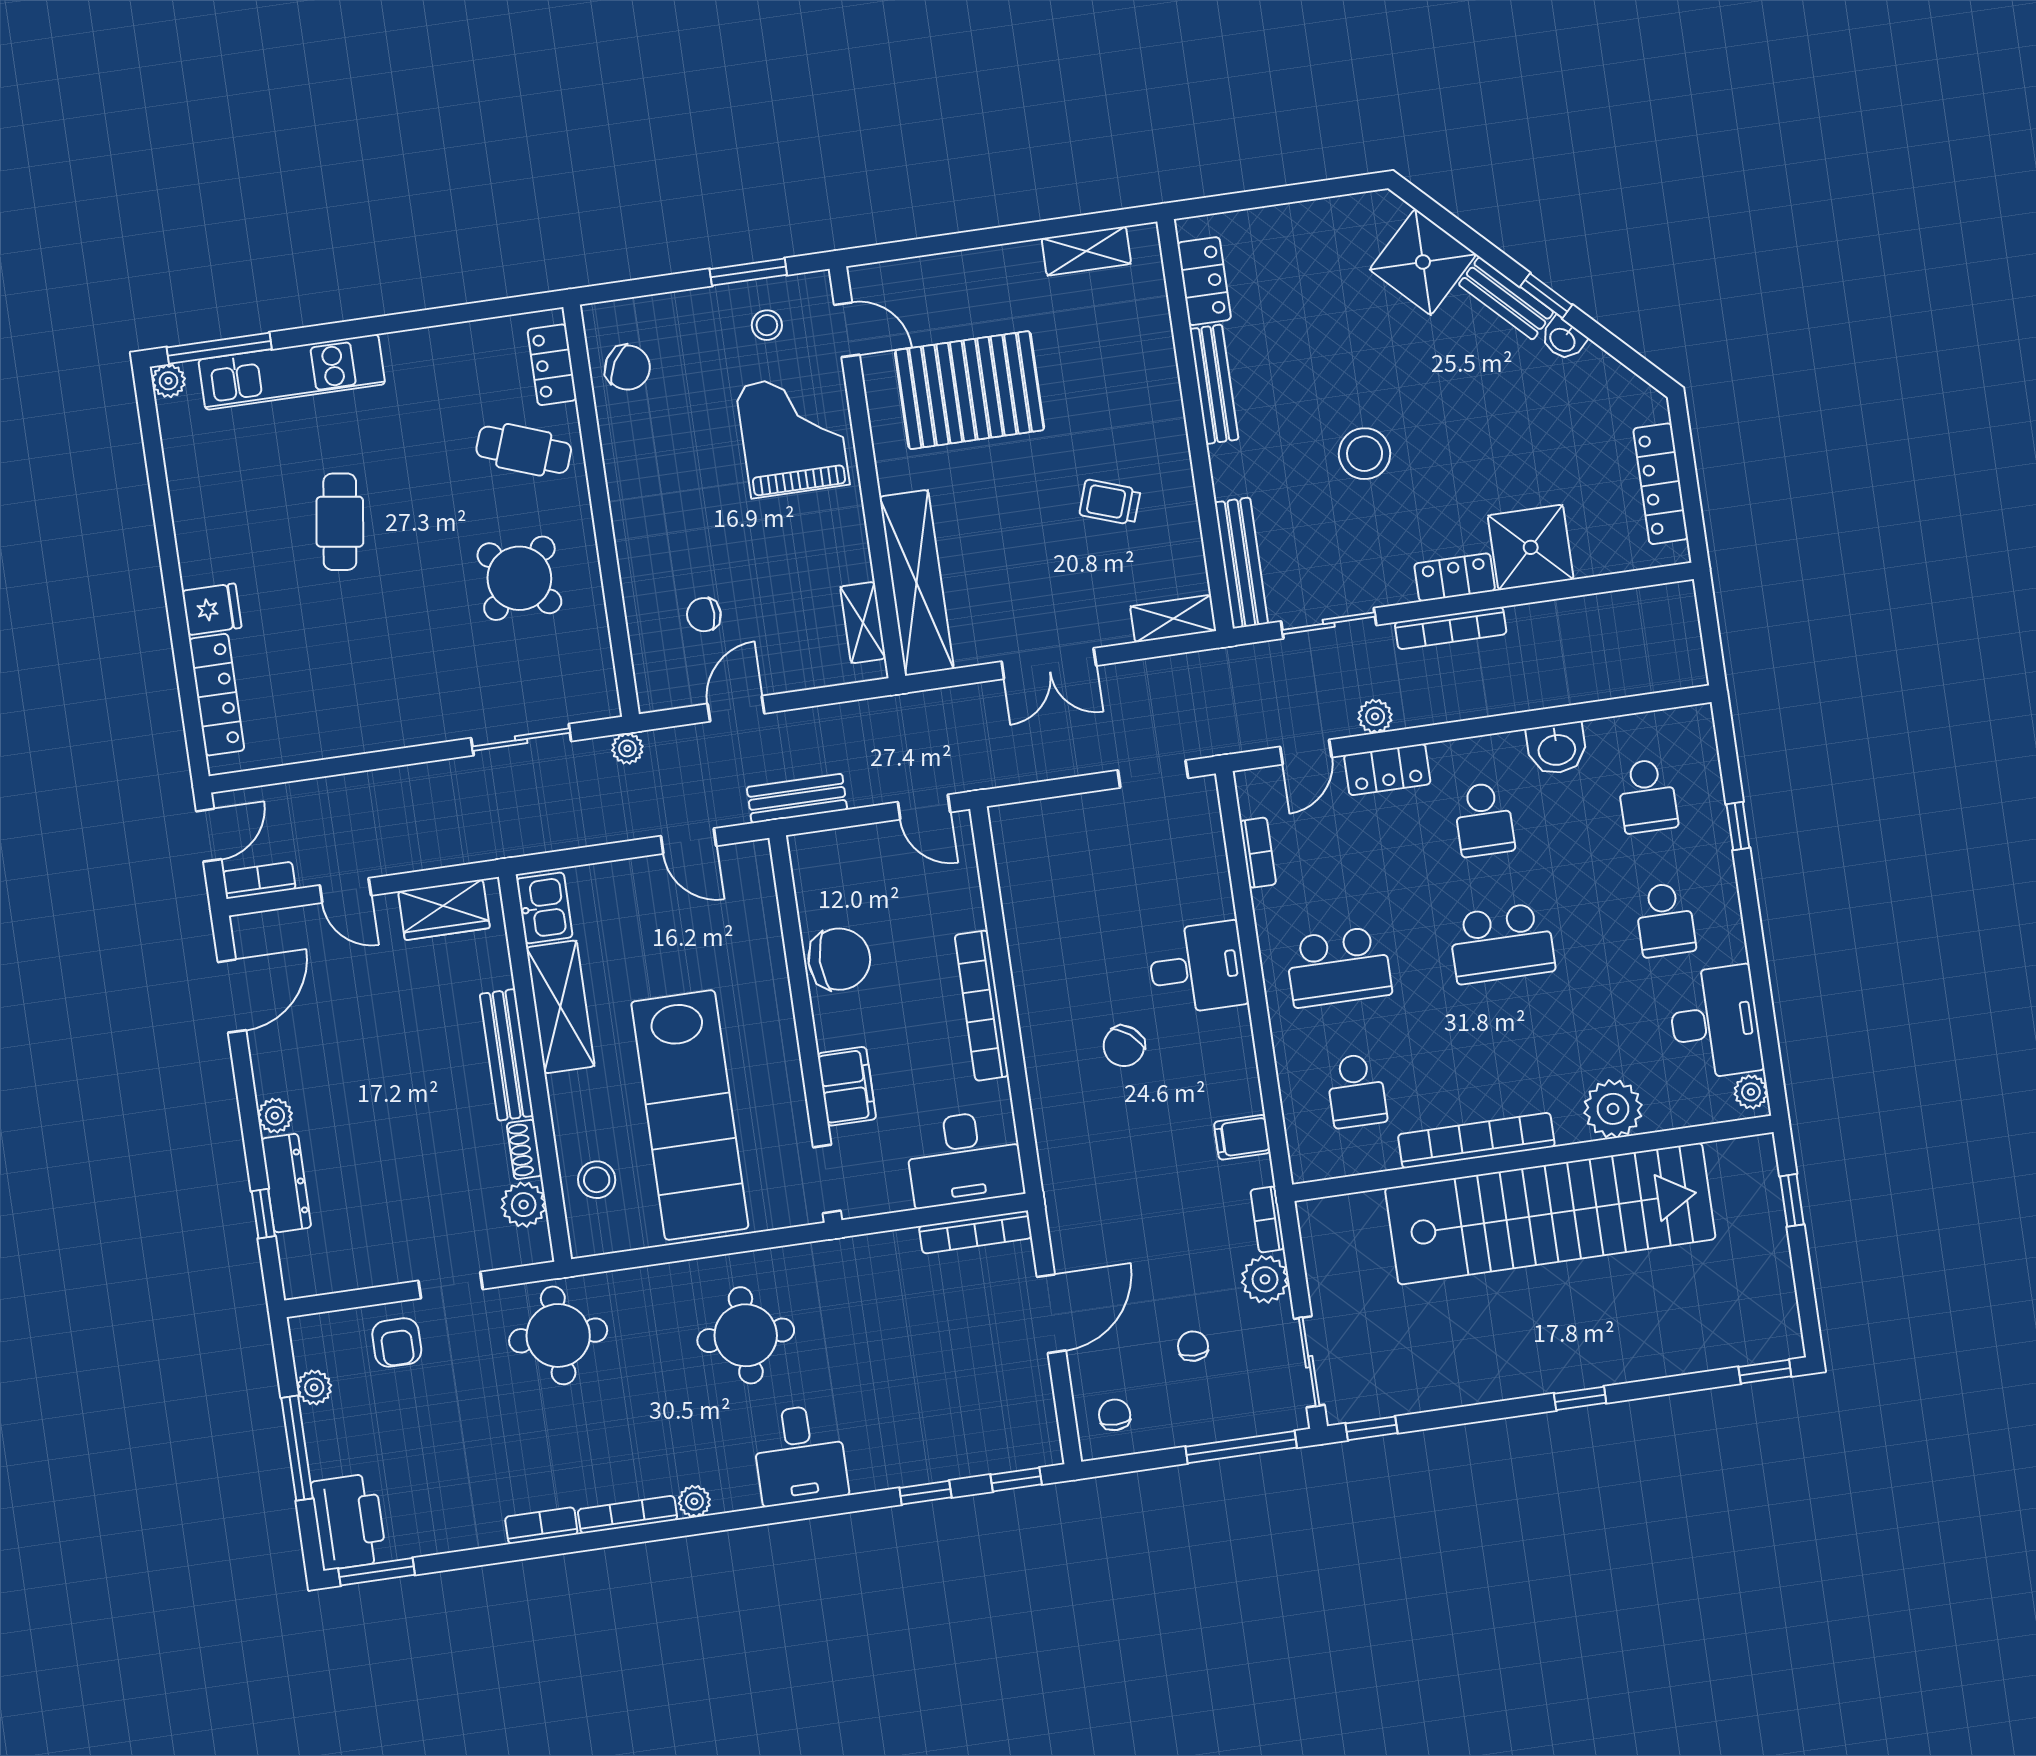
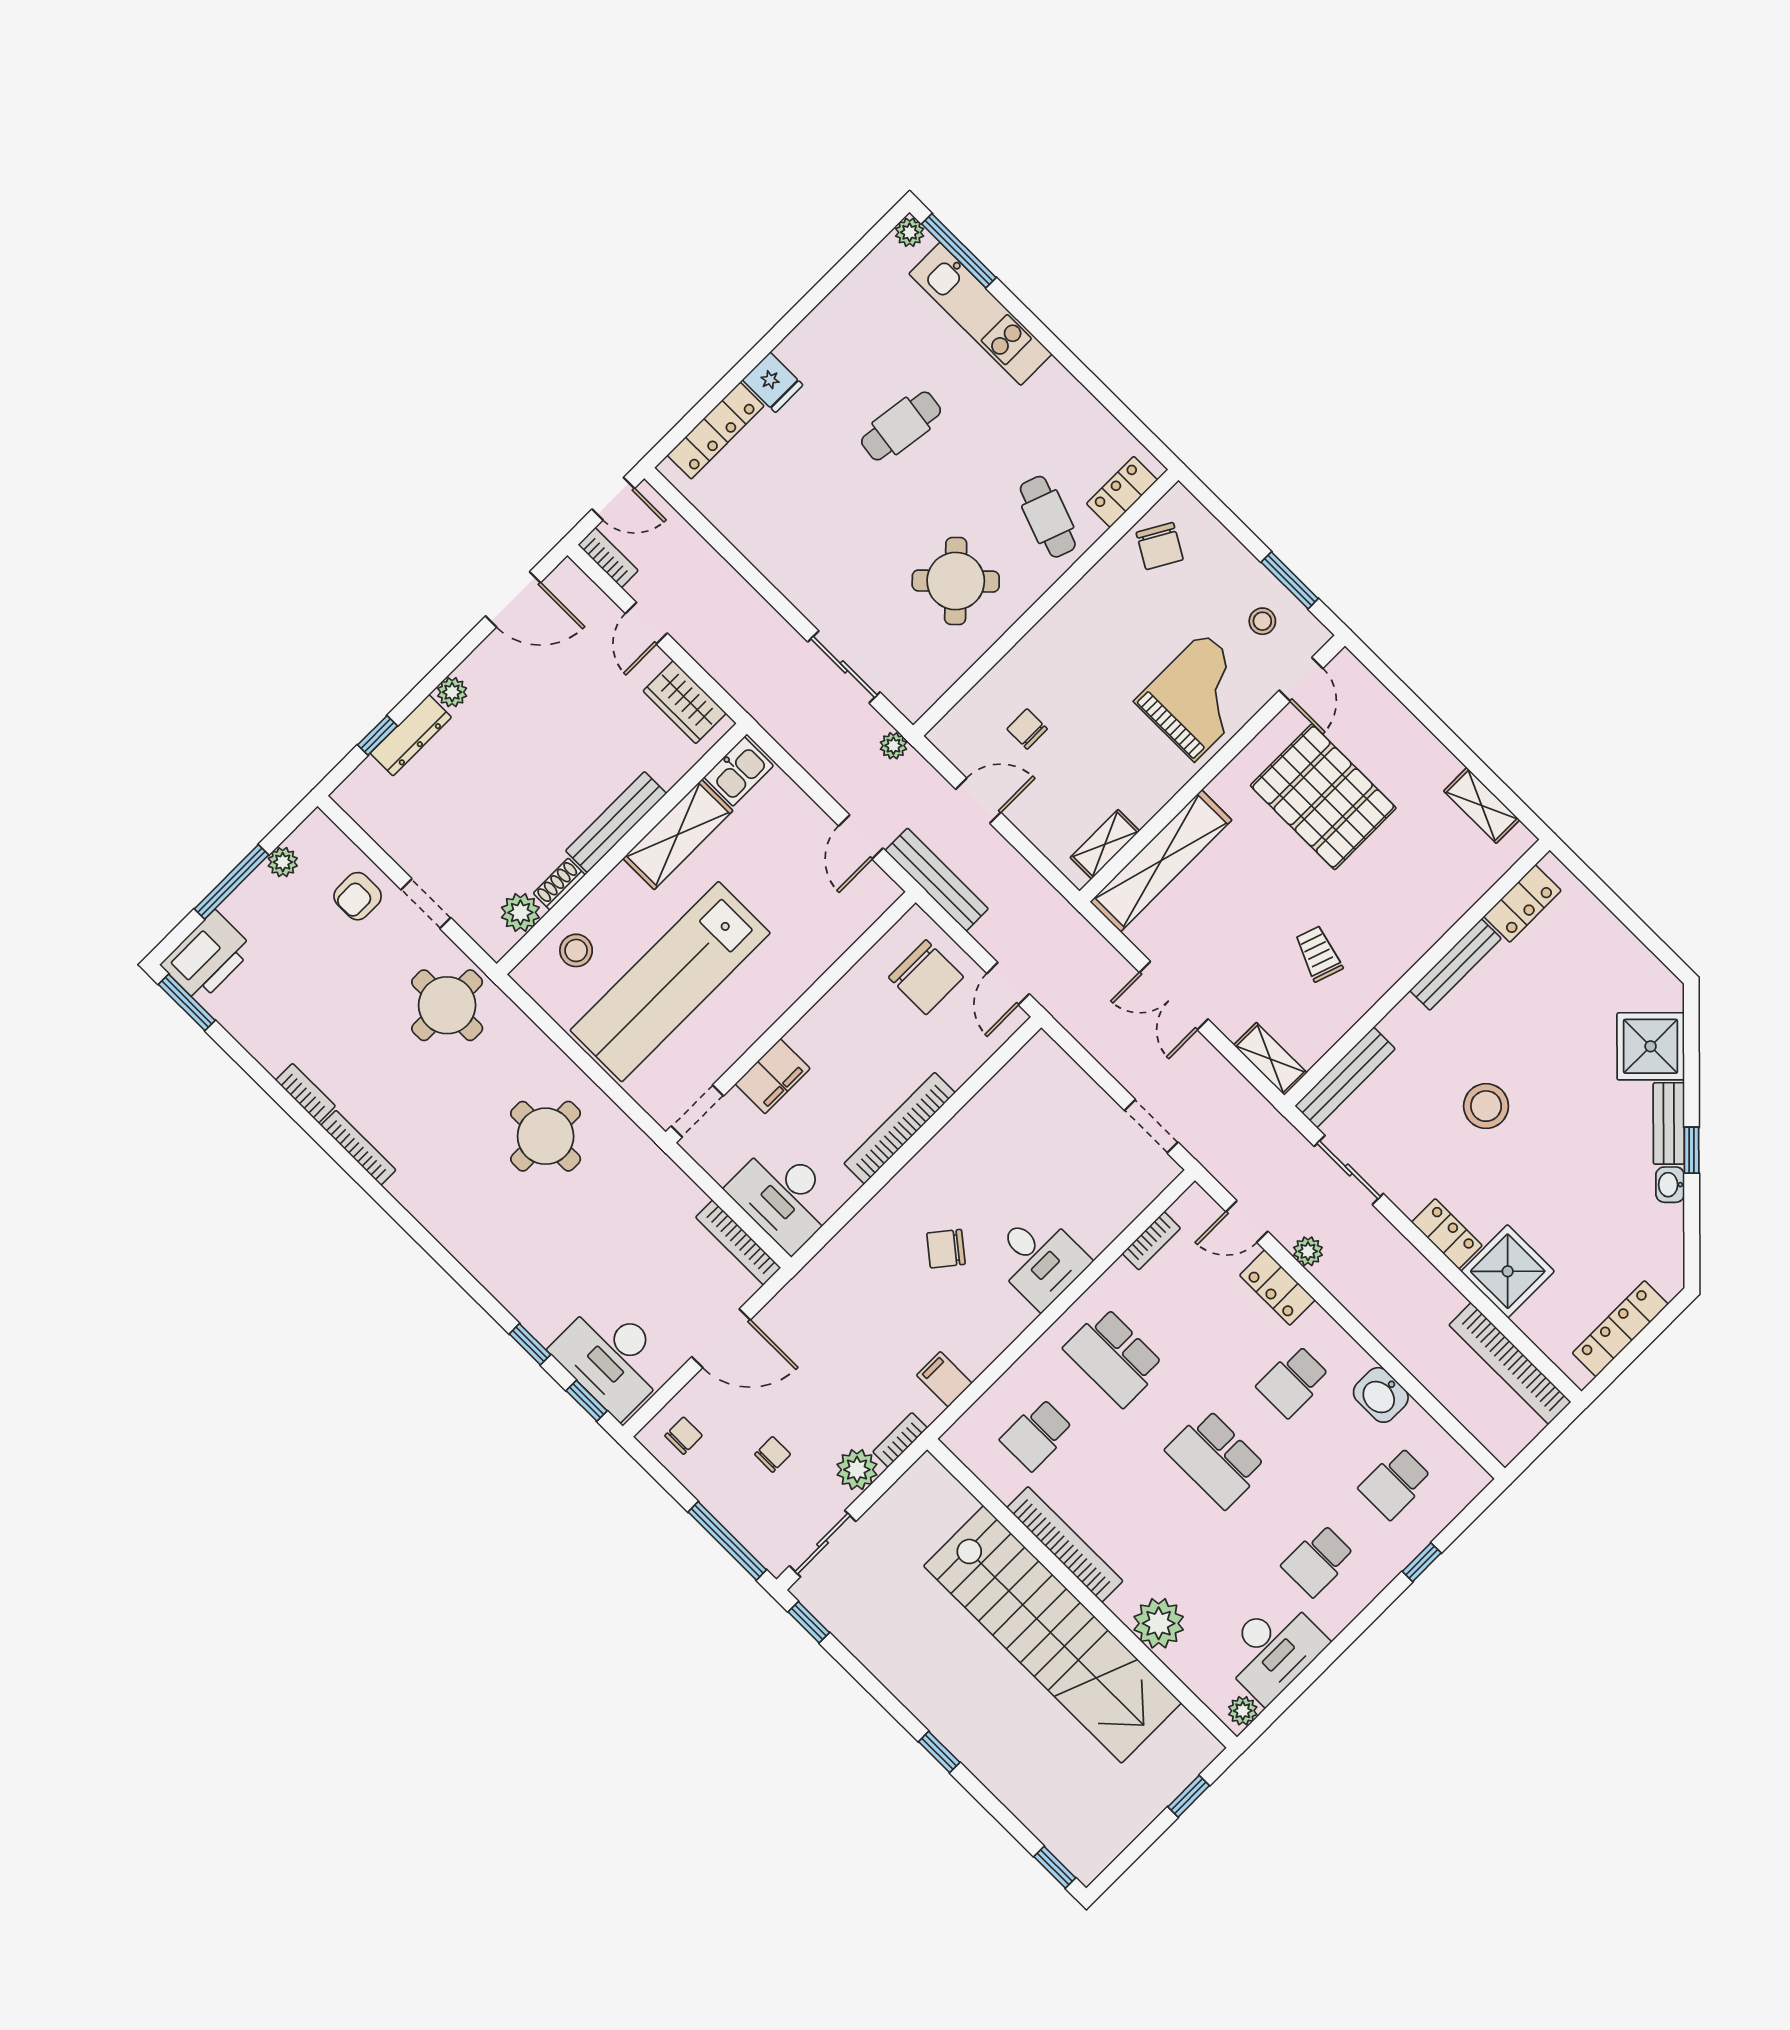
bookcase: (1451, 628) -> (1510, 1363), moved, width x1.48, depth x1.31
bench: (797, 798) -> (937, 880), width x1.36
chair: (839, 959) -> (926, 977), moved
desk: (800, 1455) -> (612, 1358), moved, width x1.37
plant: (694, 1501) -> (403, 1187), removed

